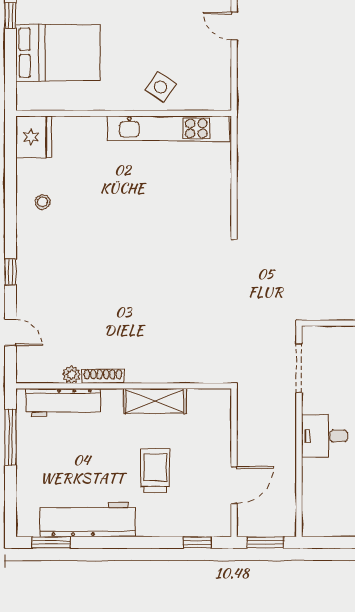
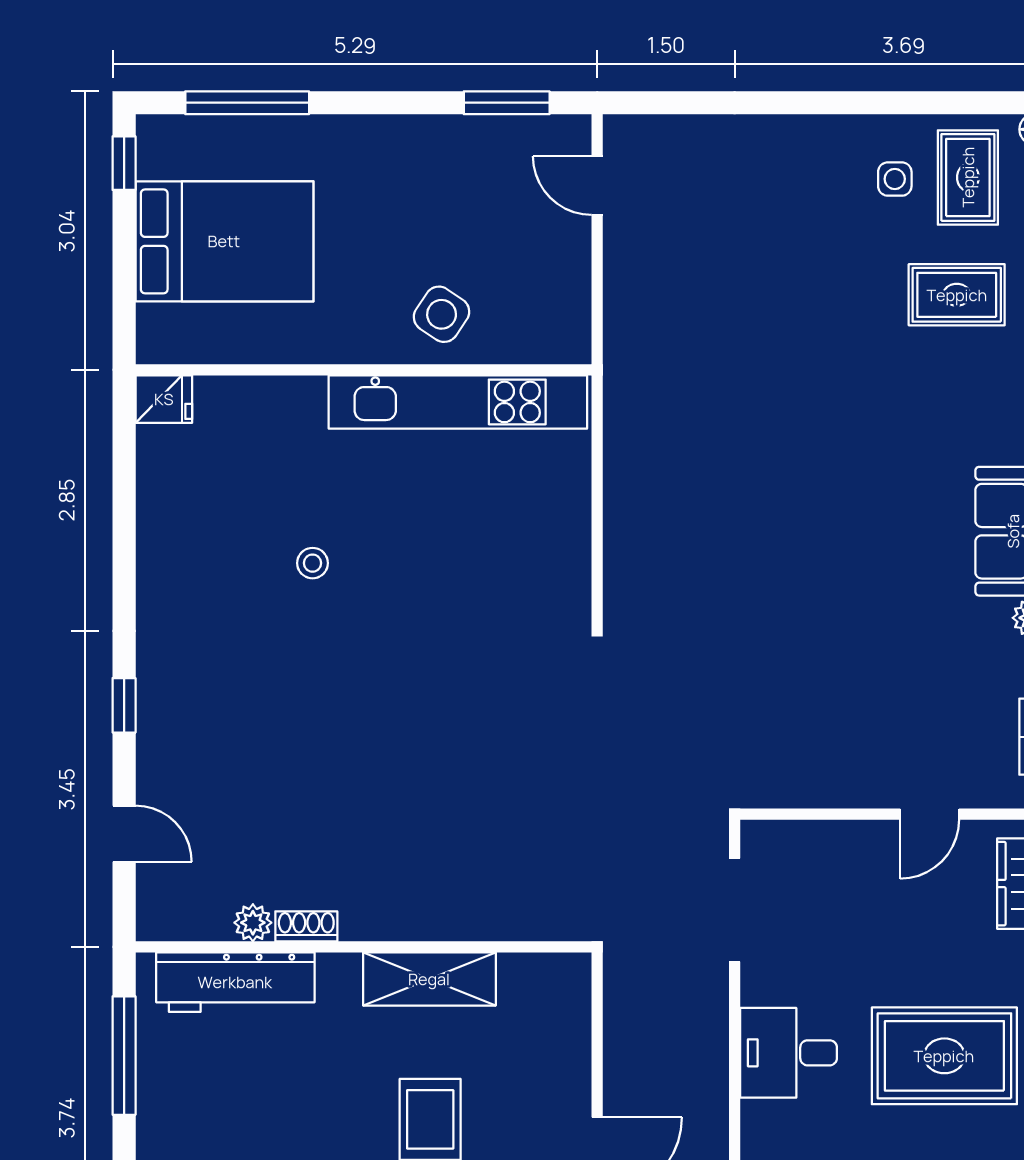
fridge: (34, 137) -> (164, 399), width x0.53, depth x0.75
stool: (42, 202) -> (313, 563), moved
shoe rack: (103, 376) -> (306, 926), width x0.70

